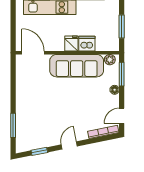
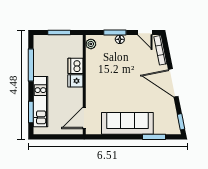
sofa: (77, 66) -> (127, 123), moved, turned -90
window: (122, 74) -> (115, 33), moved
door: (69, 145) -> (173, 83), width x1.87
window: (39, 151) -> (181, 122), moved

